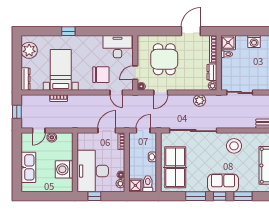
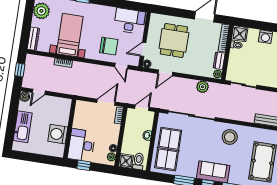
boiler: (52, 137) -> (25, 97), moved
desk: (93, 171) -> (81, 145), width x0.73, depth x0.77

